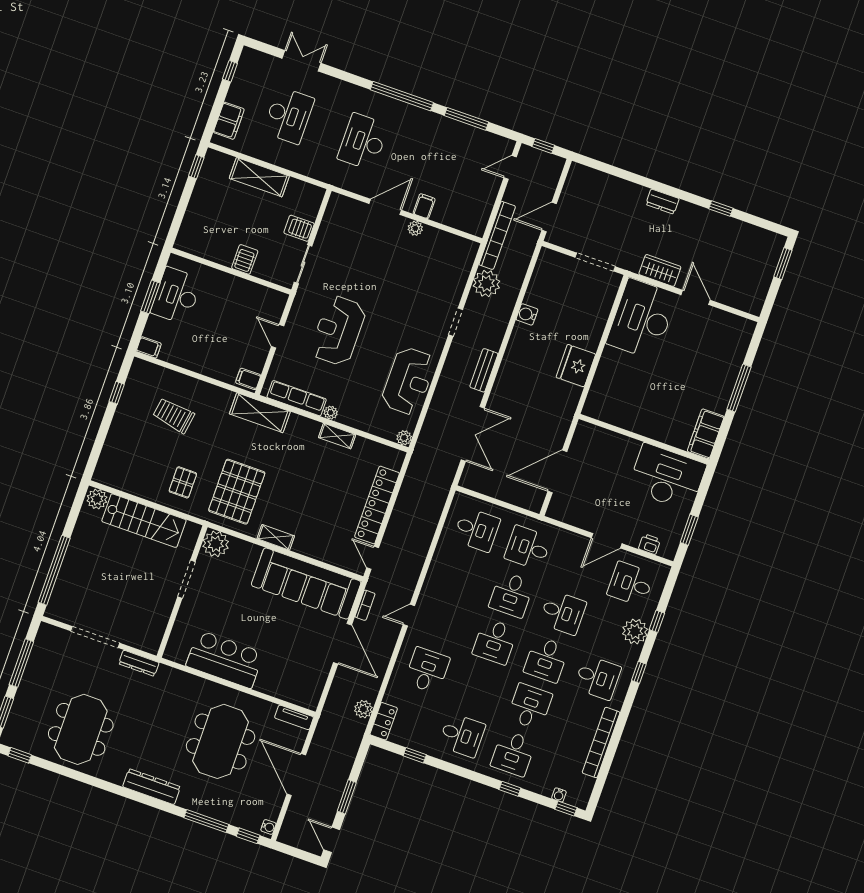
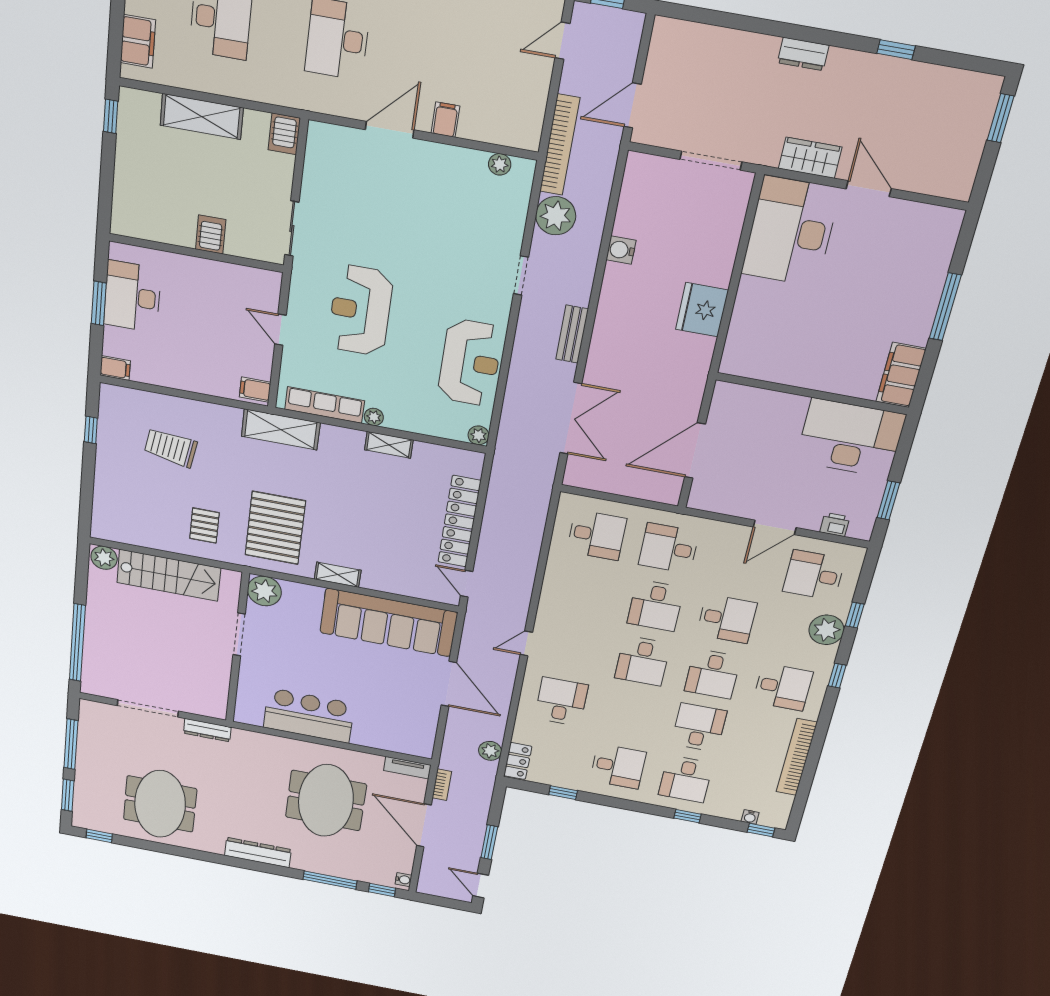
server rack: (299, 228) -> (284, 134), moved, turned -90
plant: (415, 228) -> (500, 164), moved
bookcase: (365, 605) -> (442, 785), moved

